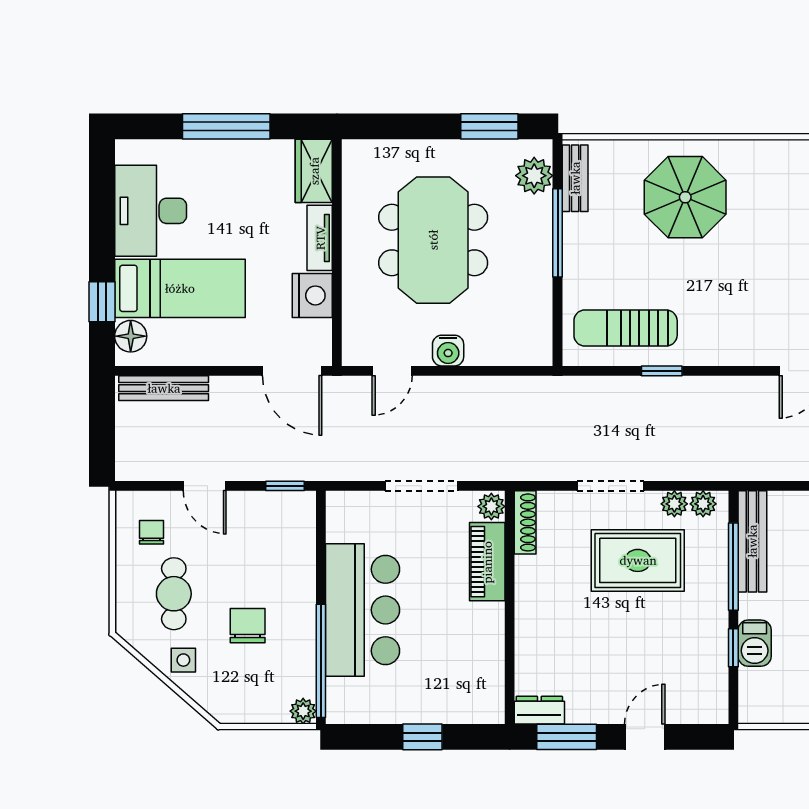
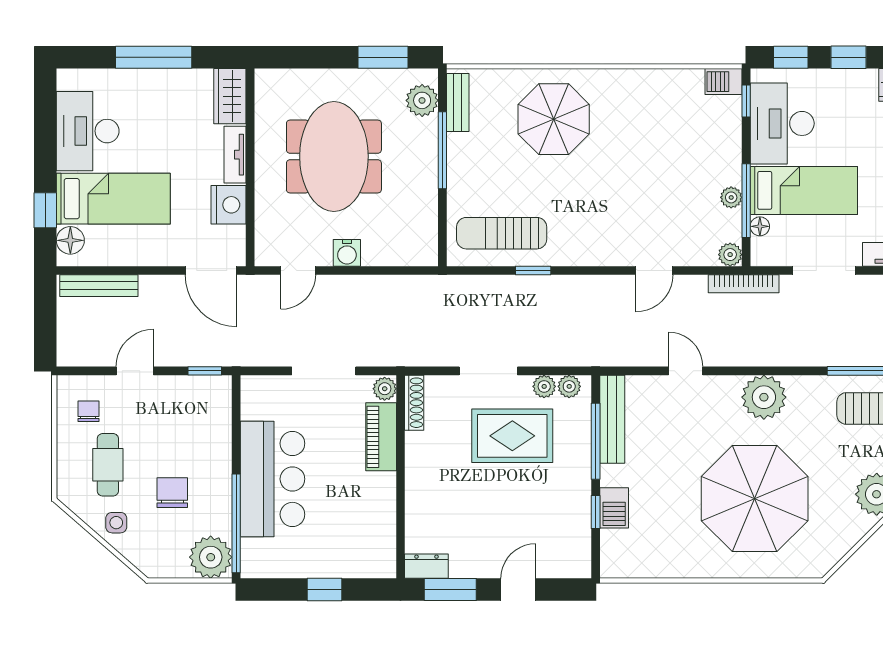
door: (205, 486) -> (135, 371), swing flipped
plant: (303, 711) -> (211, 557), width x1.87, depth x1.87

